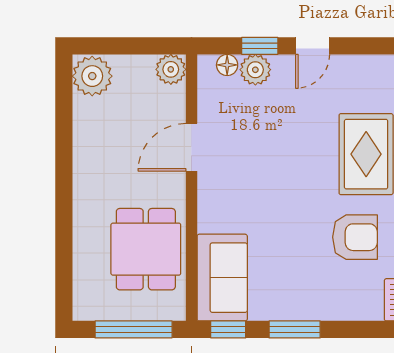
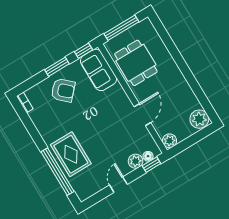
window: (260, 46) -> (151, 165), moved
armchair: (355, 237) -> (63, 90), moved, turned -137

